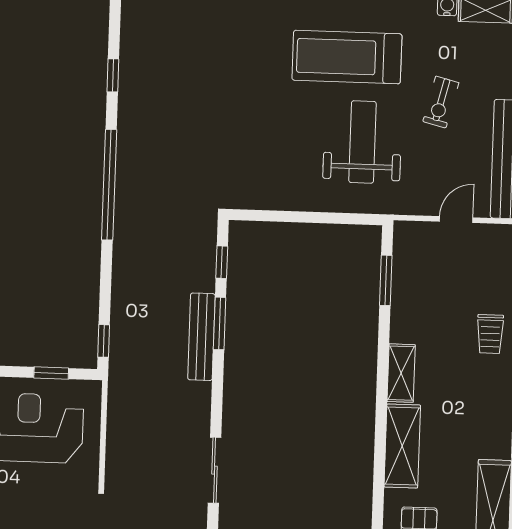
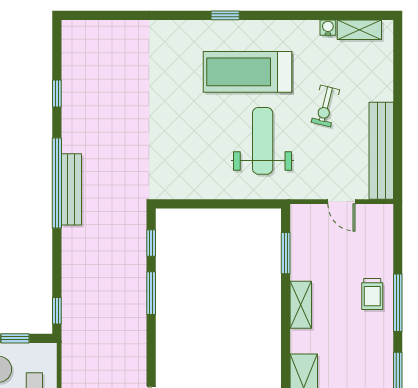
door: (456, 220) -> (341, 202), swing flipped
bench: (201, 337) -> (71, 189), moved
shelving: (401, 373) -> (301, 305), moved

